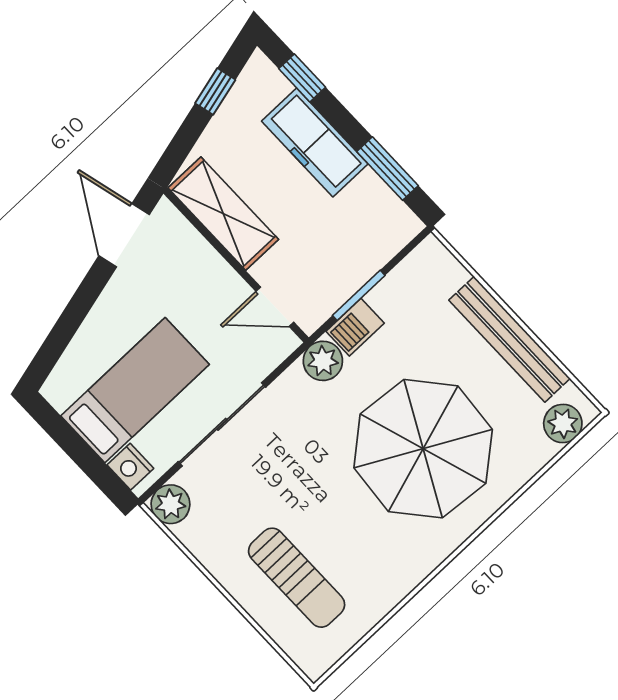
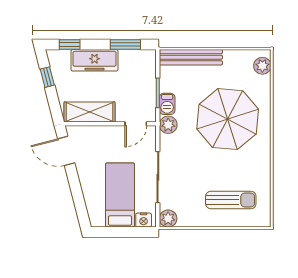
bench: (510, 339) -> (191, 57), moved

